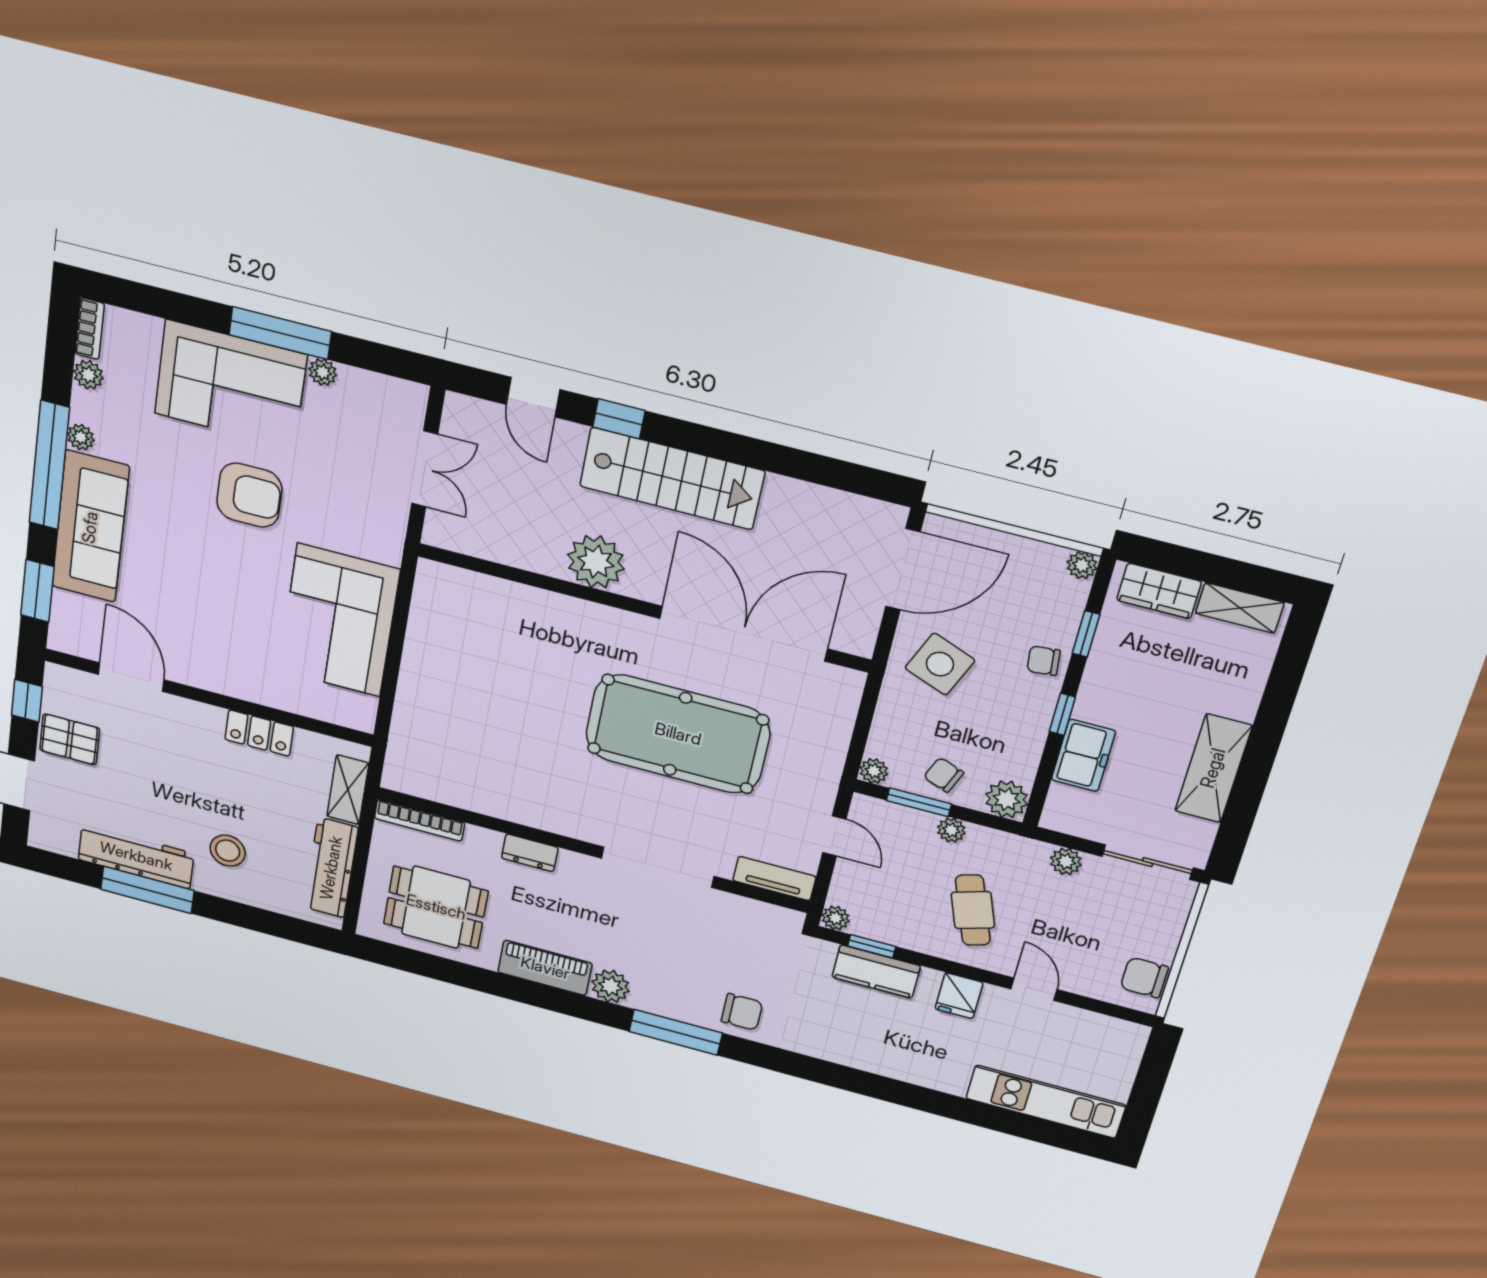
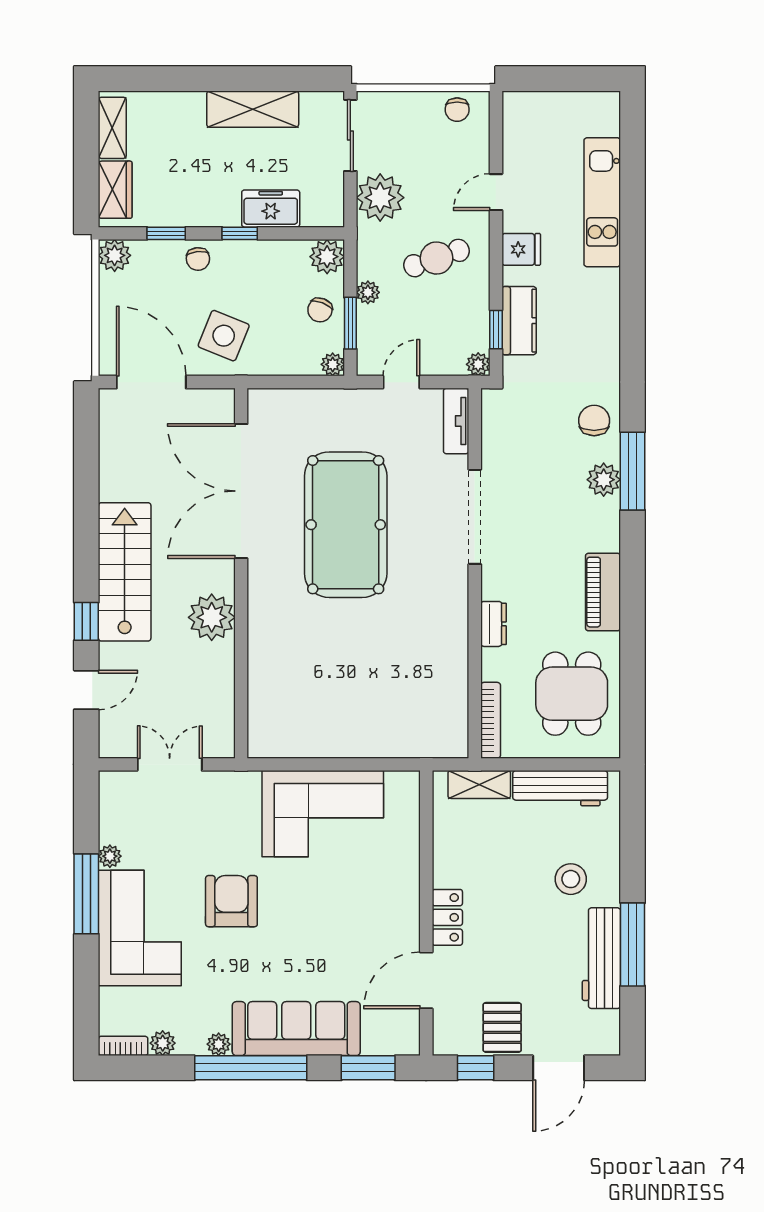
plant: (1082, 565) -> (115, 255), width x1.38, depth x1.38
locker: (259, 733) -> (447, 917), moved
plant: (1066, 861) -> (380, 198), width x1.87, depth x1.87
chair: (1144, 977) -> (457, 110), width x0.73, depth x0.73
plant: (610, 986) -> (604, 480), moved
kitchen unit: (1046, 1102) -> (602, 202), moved

